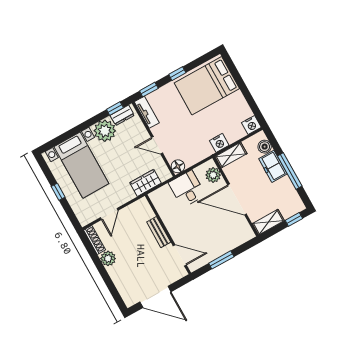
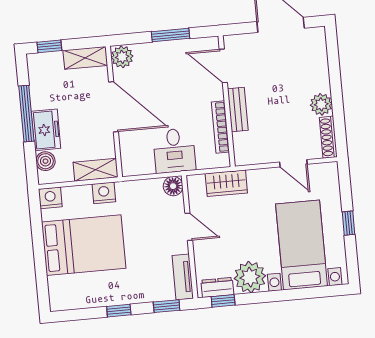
bed: (207, 86) -> (84, 245), moved
plant: (213, 175) -> (122, 57), moved
door: (109, 214) -> (293, 163), swing flipped
bookcase: (165, 216) -> (220, 127), added

